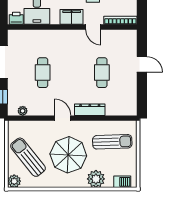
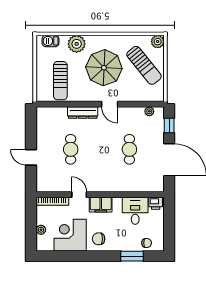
sun lounger: (112, 142) -> (60, 81), turned -88

